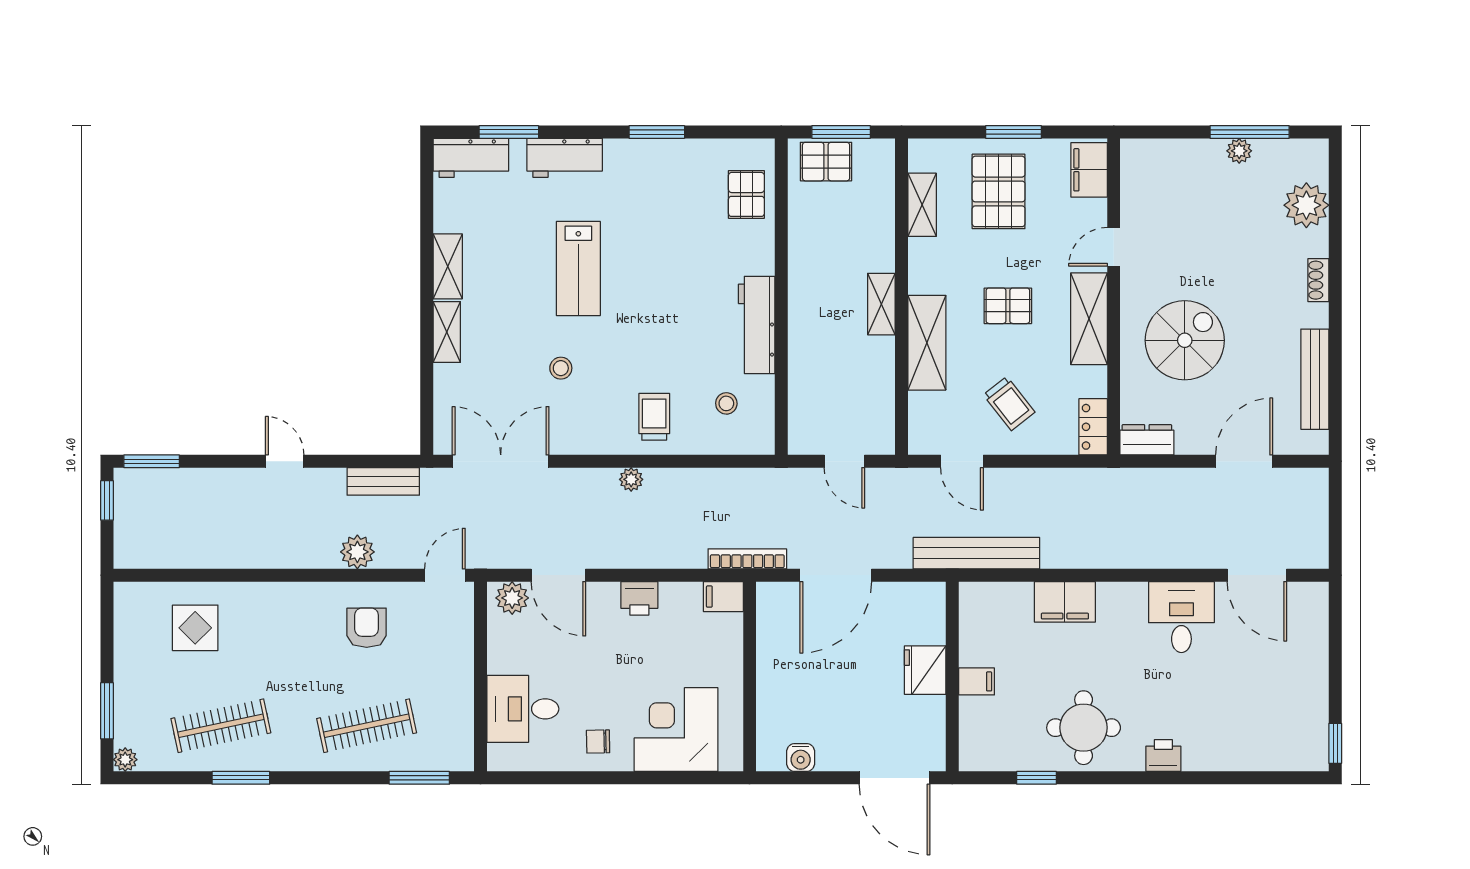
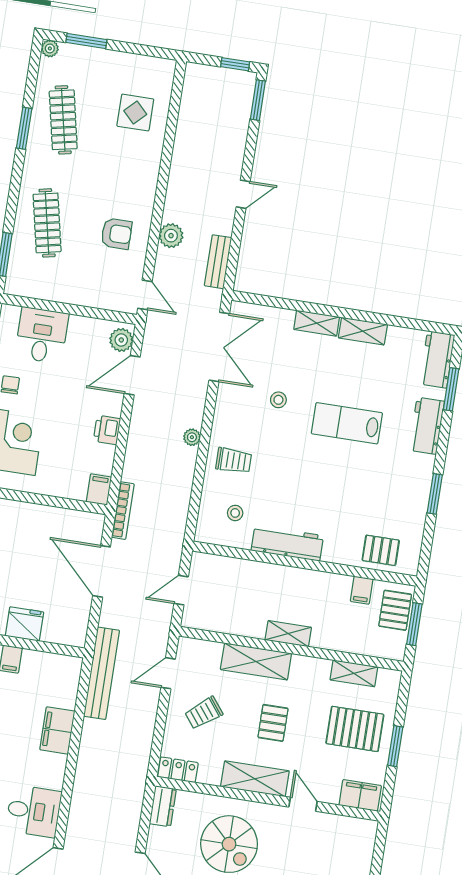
filing cabinet: (805, 212) -> (362, 590), added

